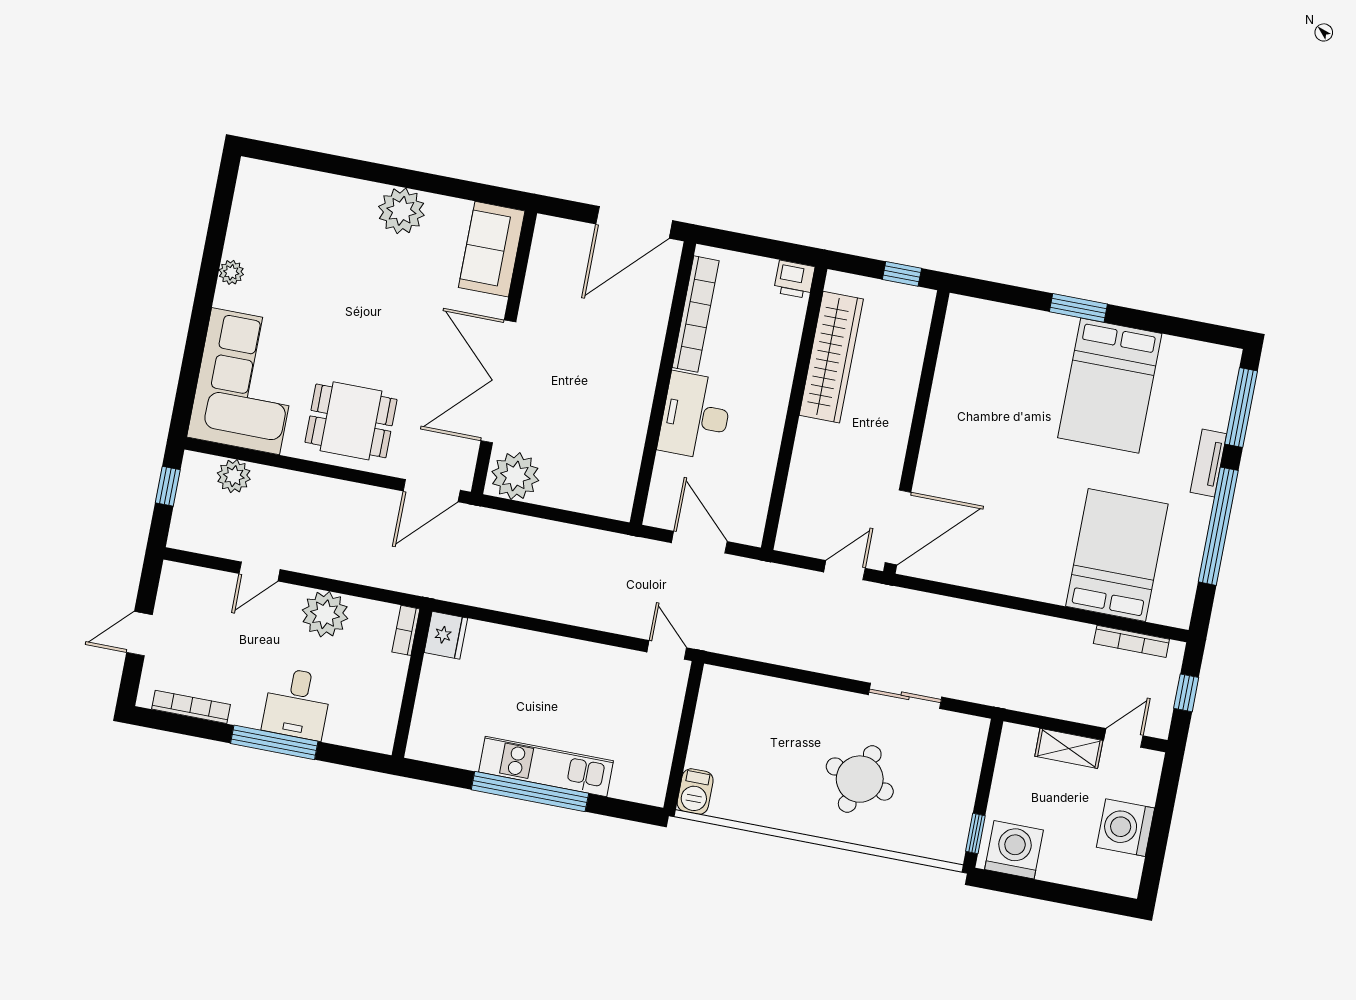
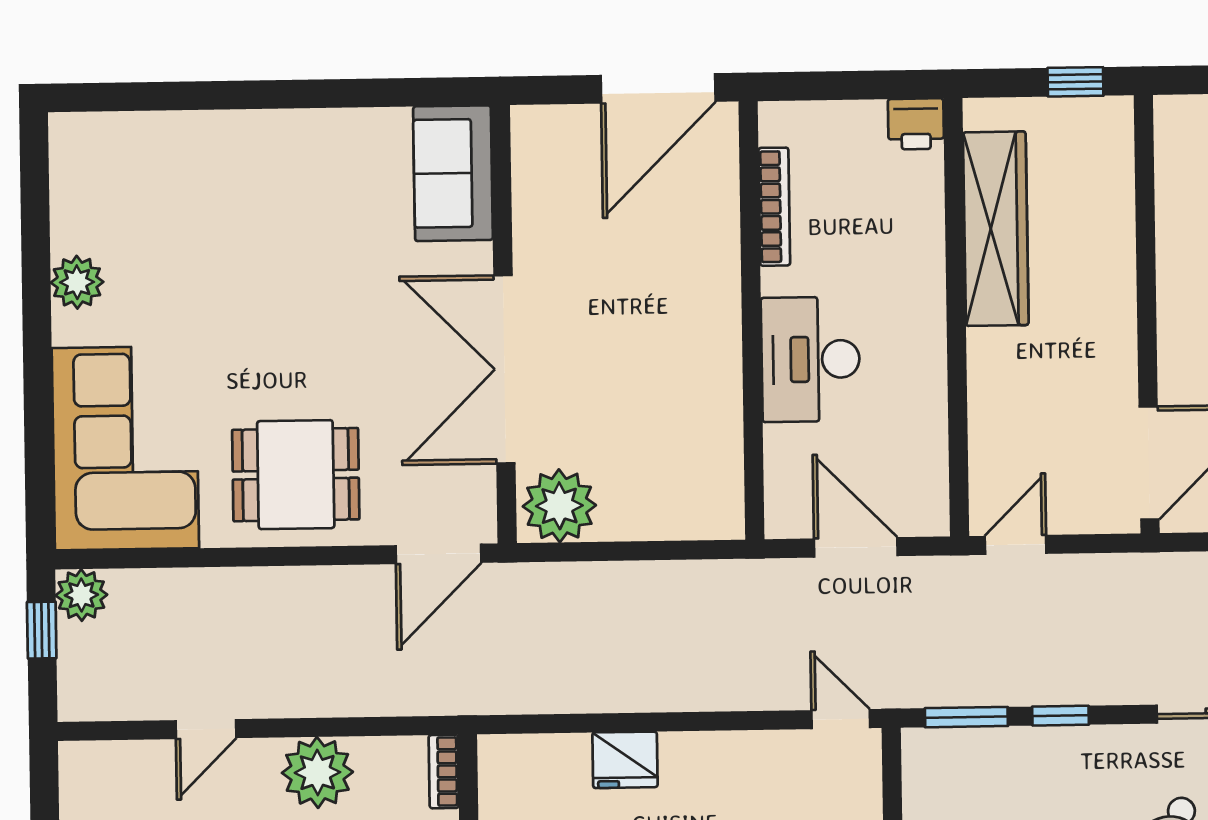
plant: (401, 211) -> (306, 144), removed
plant: (231, 272) -> (77, 282), width x1.38, depth x1.38
bookcase: (696, 314) -> (774, 207), width x0.68, depth x0.76
plant: (234, 476) -> (81, 595), moved
door: (844, 570) -> (1016, 545), moved
fridge: (446, 635) -> (625, 760), moved, turned 90
window: (747, 665) -> (966, 717), added
window: (808, 677) -> (1060, 716), added

